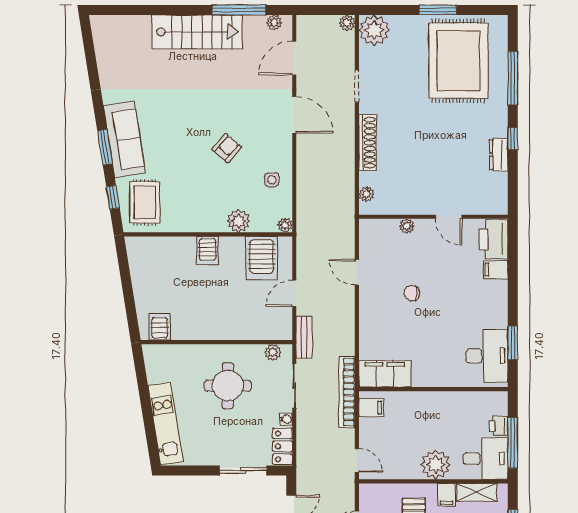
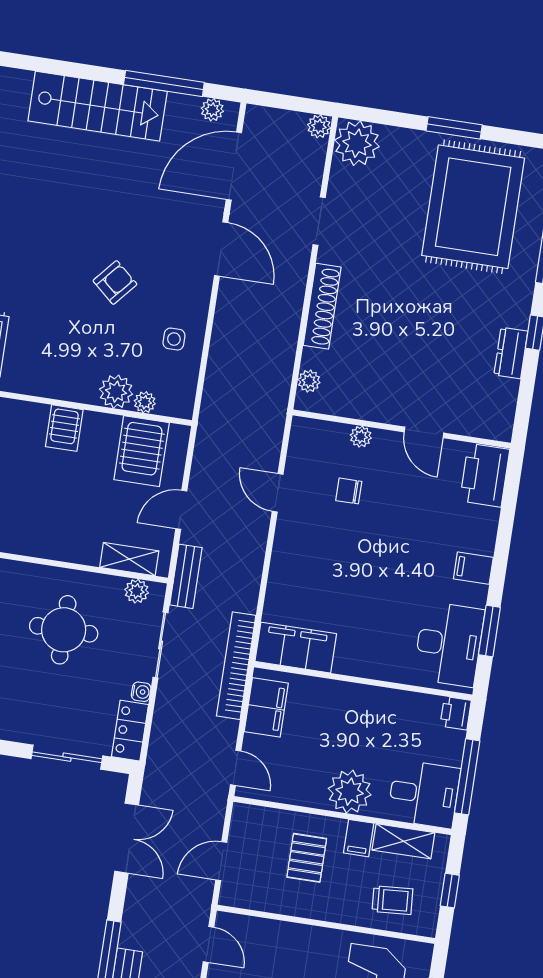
door: (294, 58) -> (234, 166), width x1.36
plant: (285, 225) -> (145, 402), moved
filing cabinet: (496, 270) -> (473, 568), moved
chair: (412, 293) -> (349, 491), moved
shelving: (265, 332) -> (129, 559), added
filing cabinet: (371, 408) -> (266, 707), width x2.00
printer: (499, 426) -> (456, 713), moved

